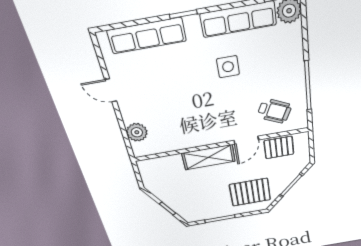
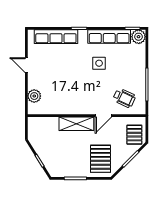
pallet: (279, 147) -> (134, 135), moved, turned 90
pallet: (250, 192) -> (101, 159), turned 90

